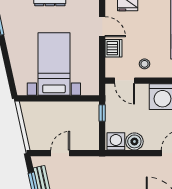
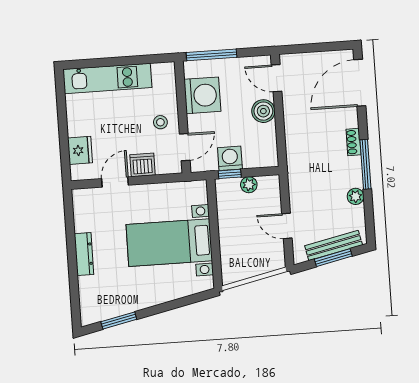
plant: (93, 127) -> (249, 185), added
washing machine: (116, 141) -> (230, 158), moved, turned 90
boiler: (134, 141) -> (263, 111), moved

